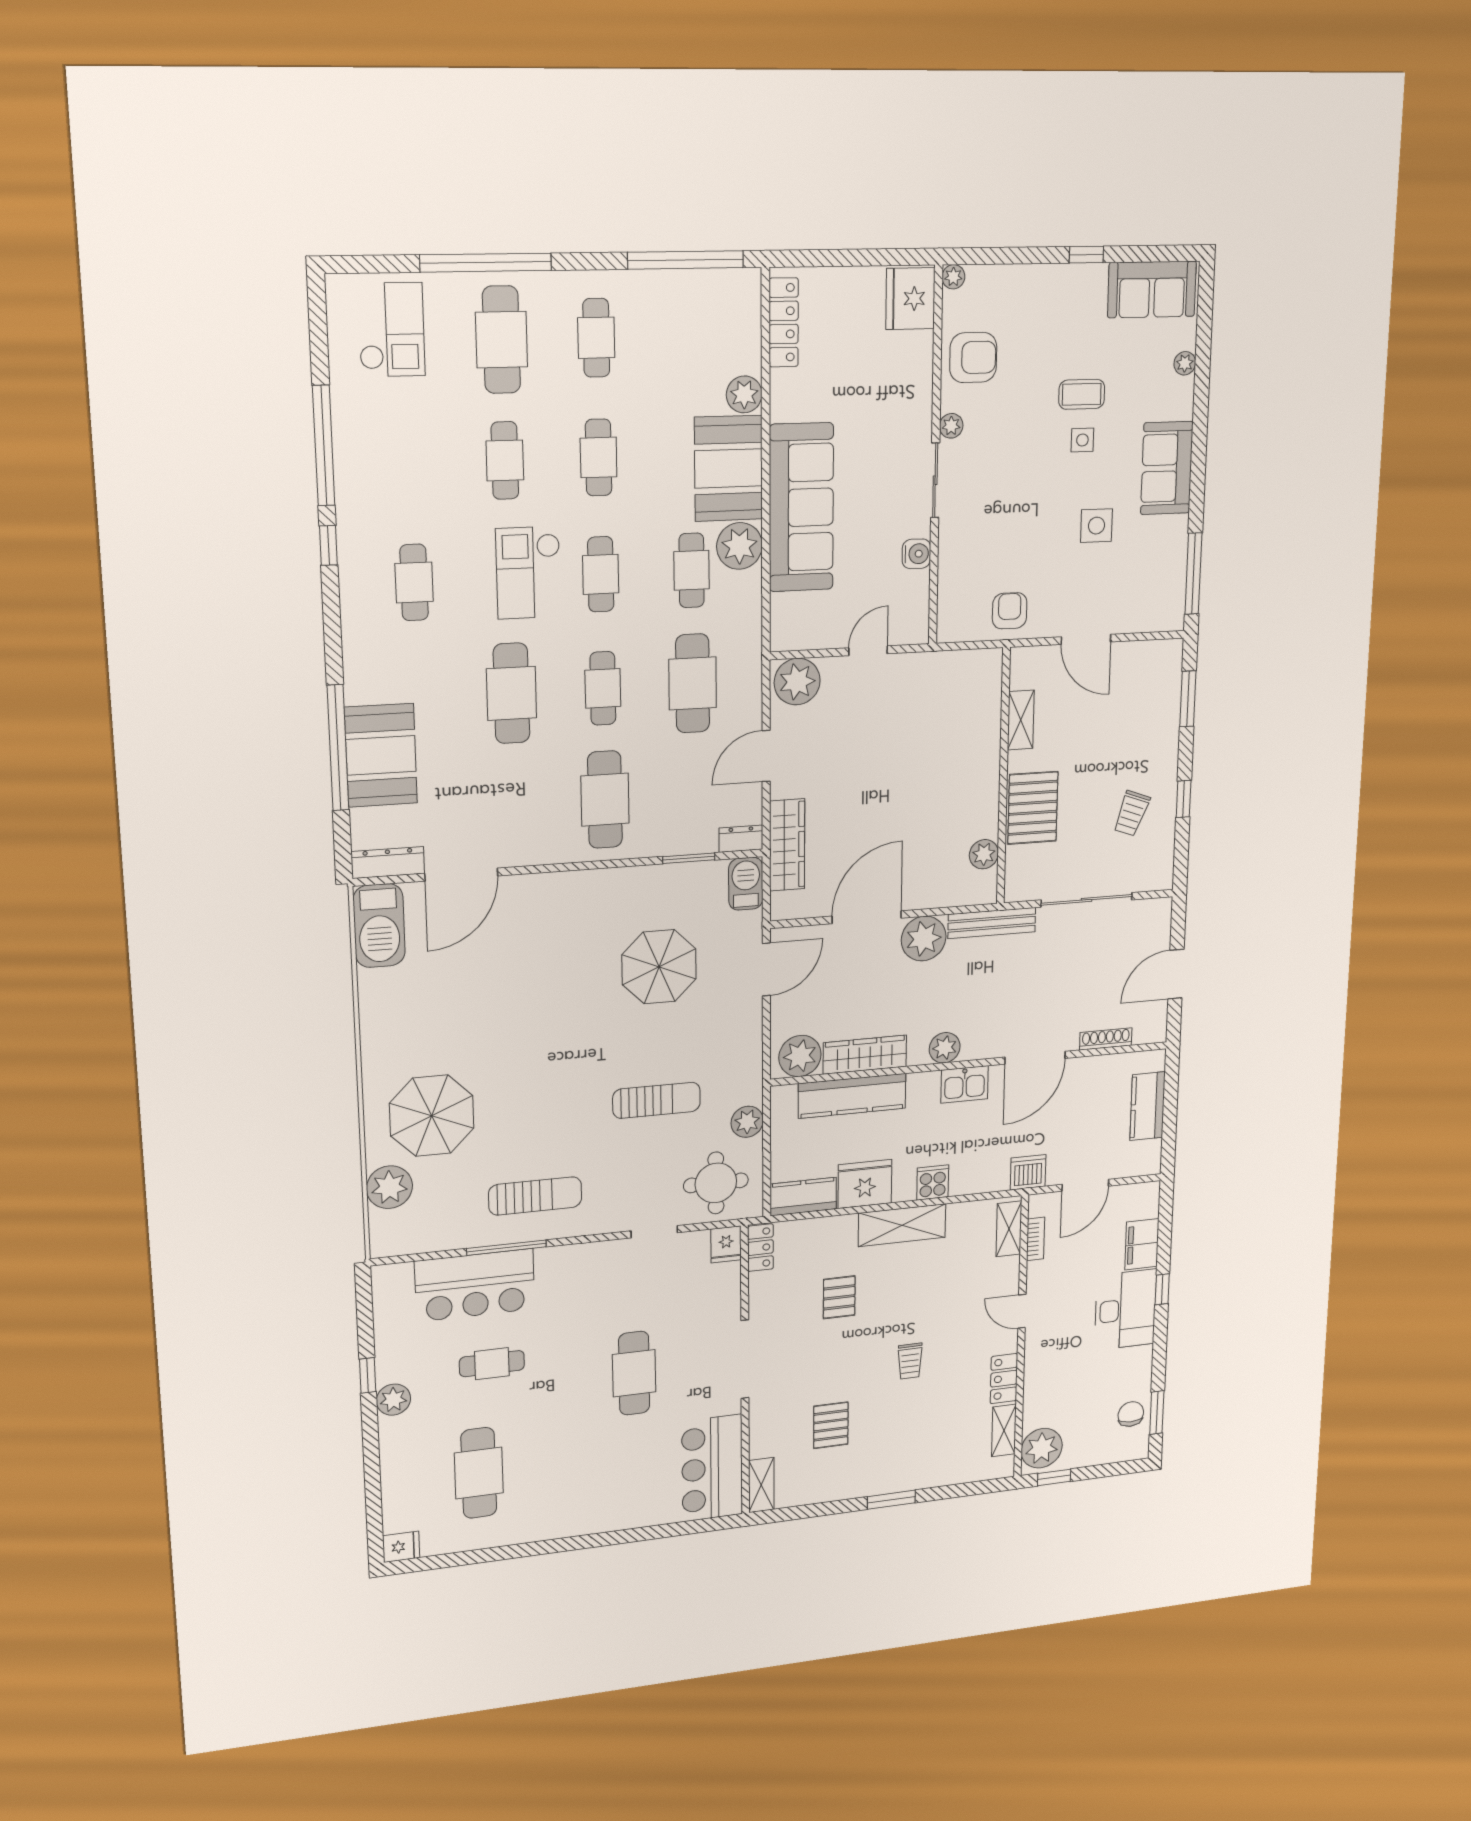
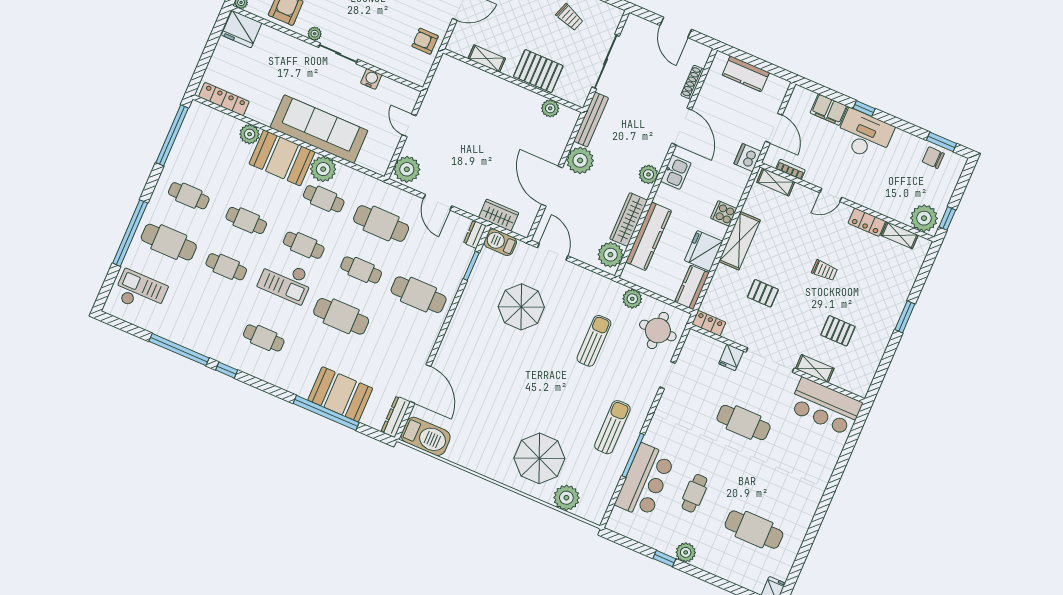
wardrobe: (787, 845) -> (499, 215), width x0.67
fridge: (726, 1244) -> (731, 357), moved, turned 90
shelving: (761, 1485) -> (815, 369), moved

